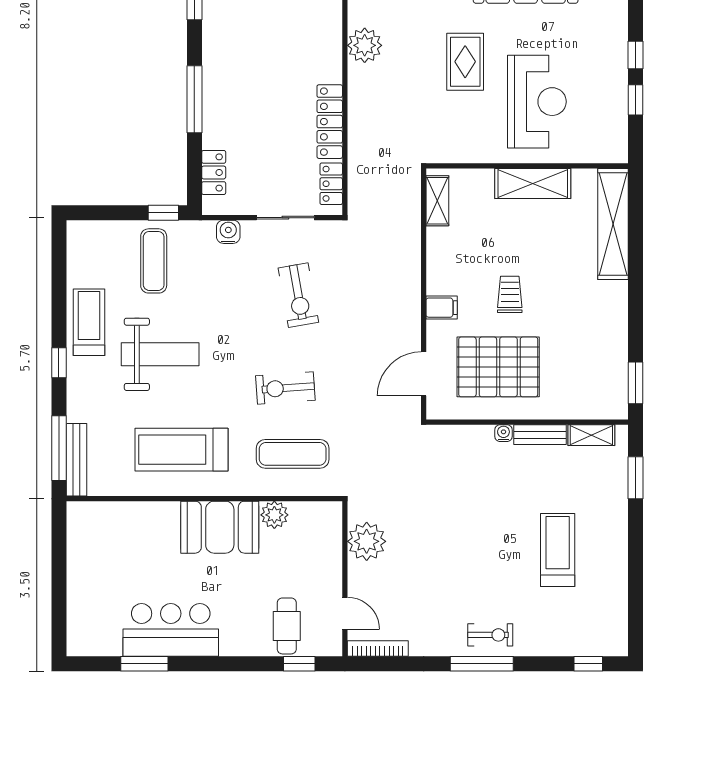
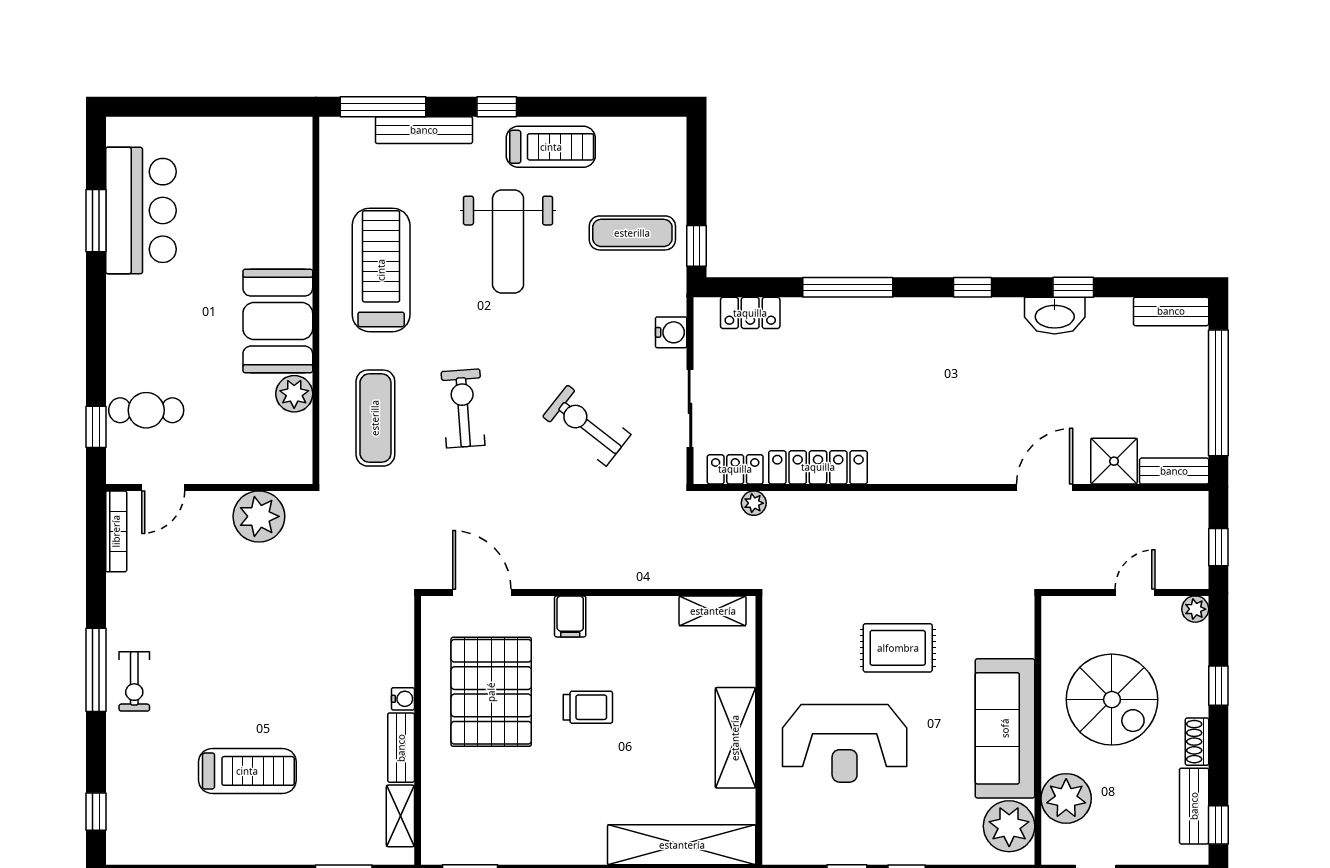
plant: (365, 45) -> (754, 503), moved, width x0.53, depth x0.53
exercise bike: (298, 295) -> (587, 426), turned 48
bench: (77, 460) -> (424, 130), moved
bar counter: (171, 630) -> (141, 210), moved

